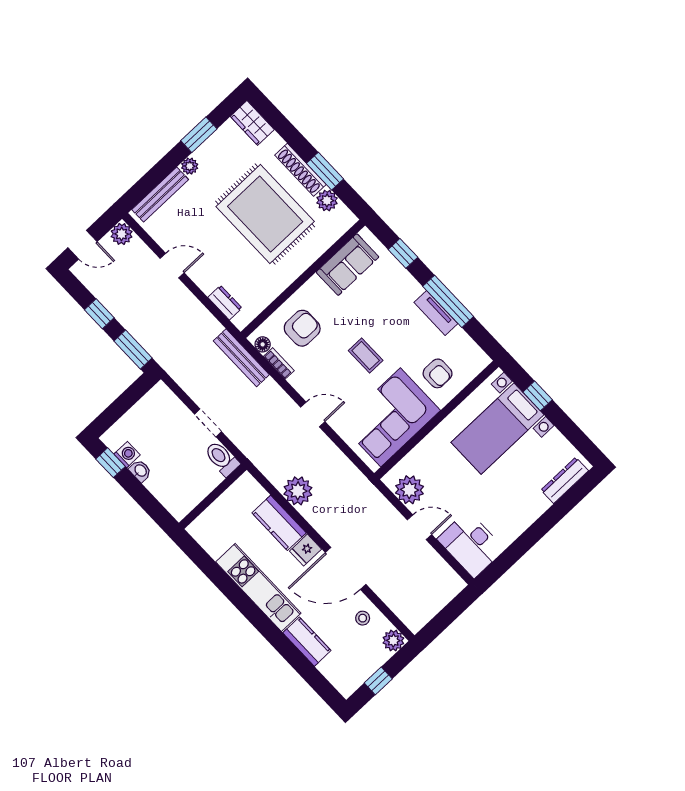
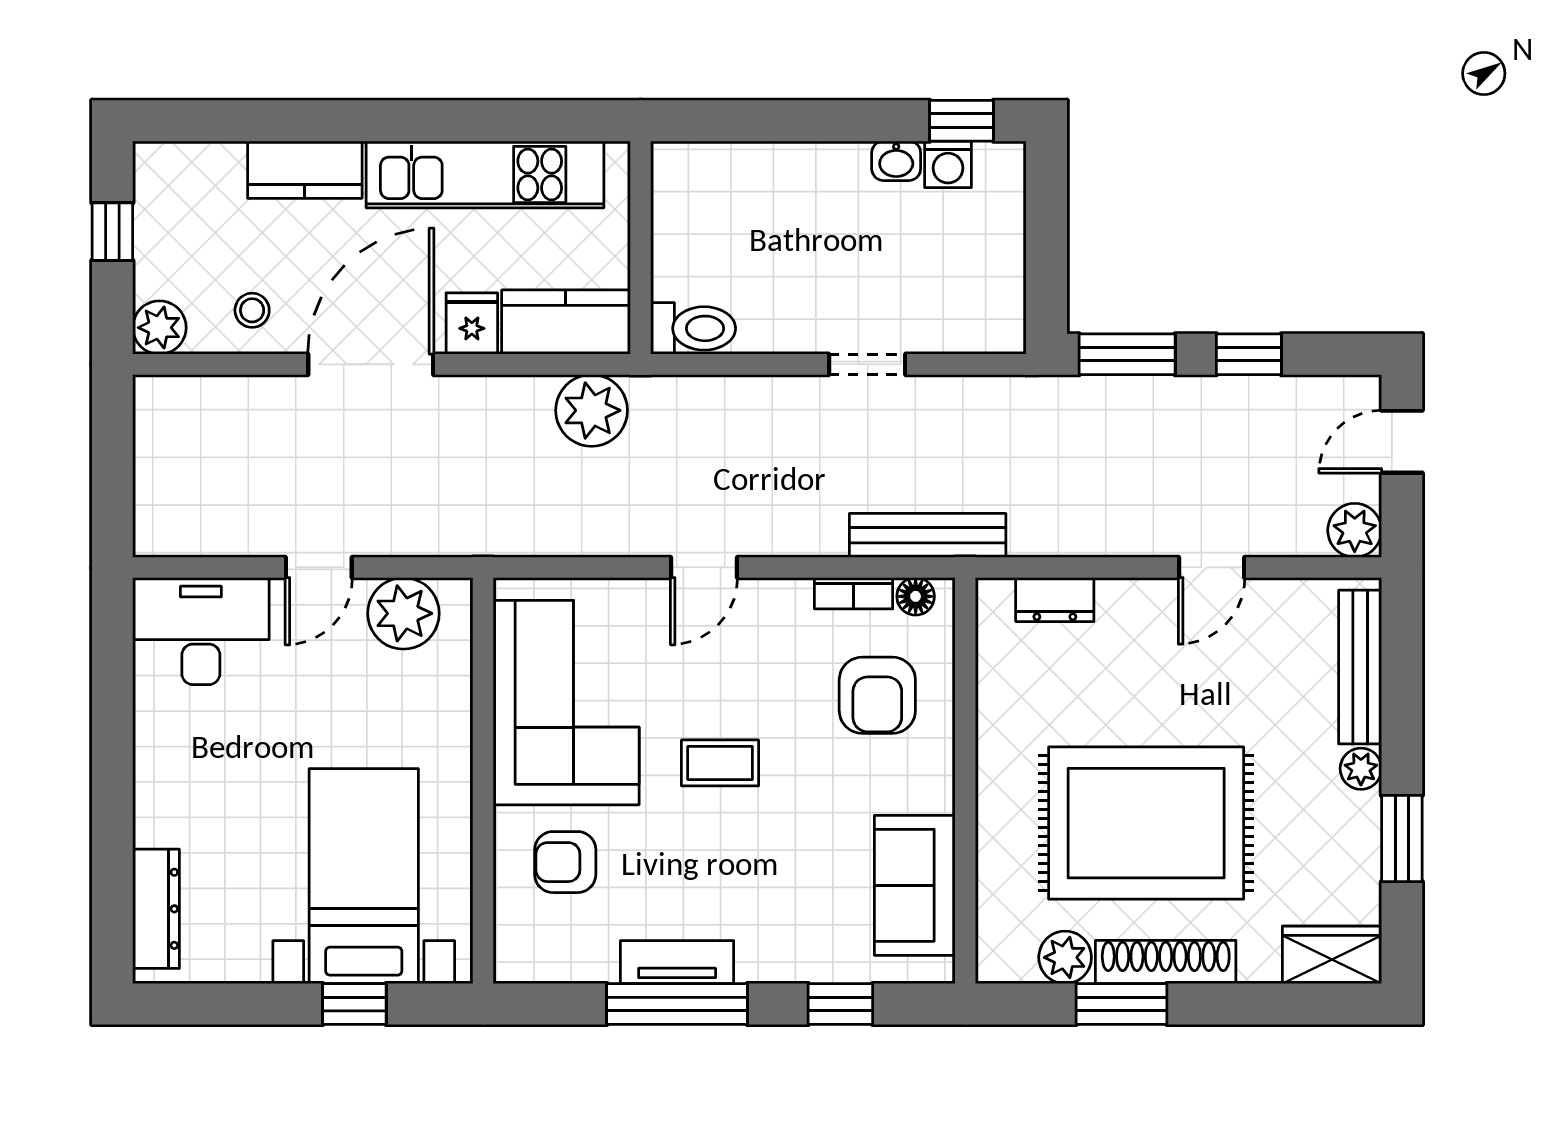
toilet: (222, 459) -> (693, 328), moved
wall: (213, 496) -> (640, 248), moved

